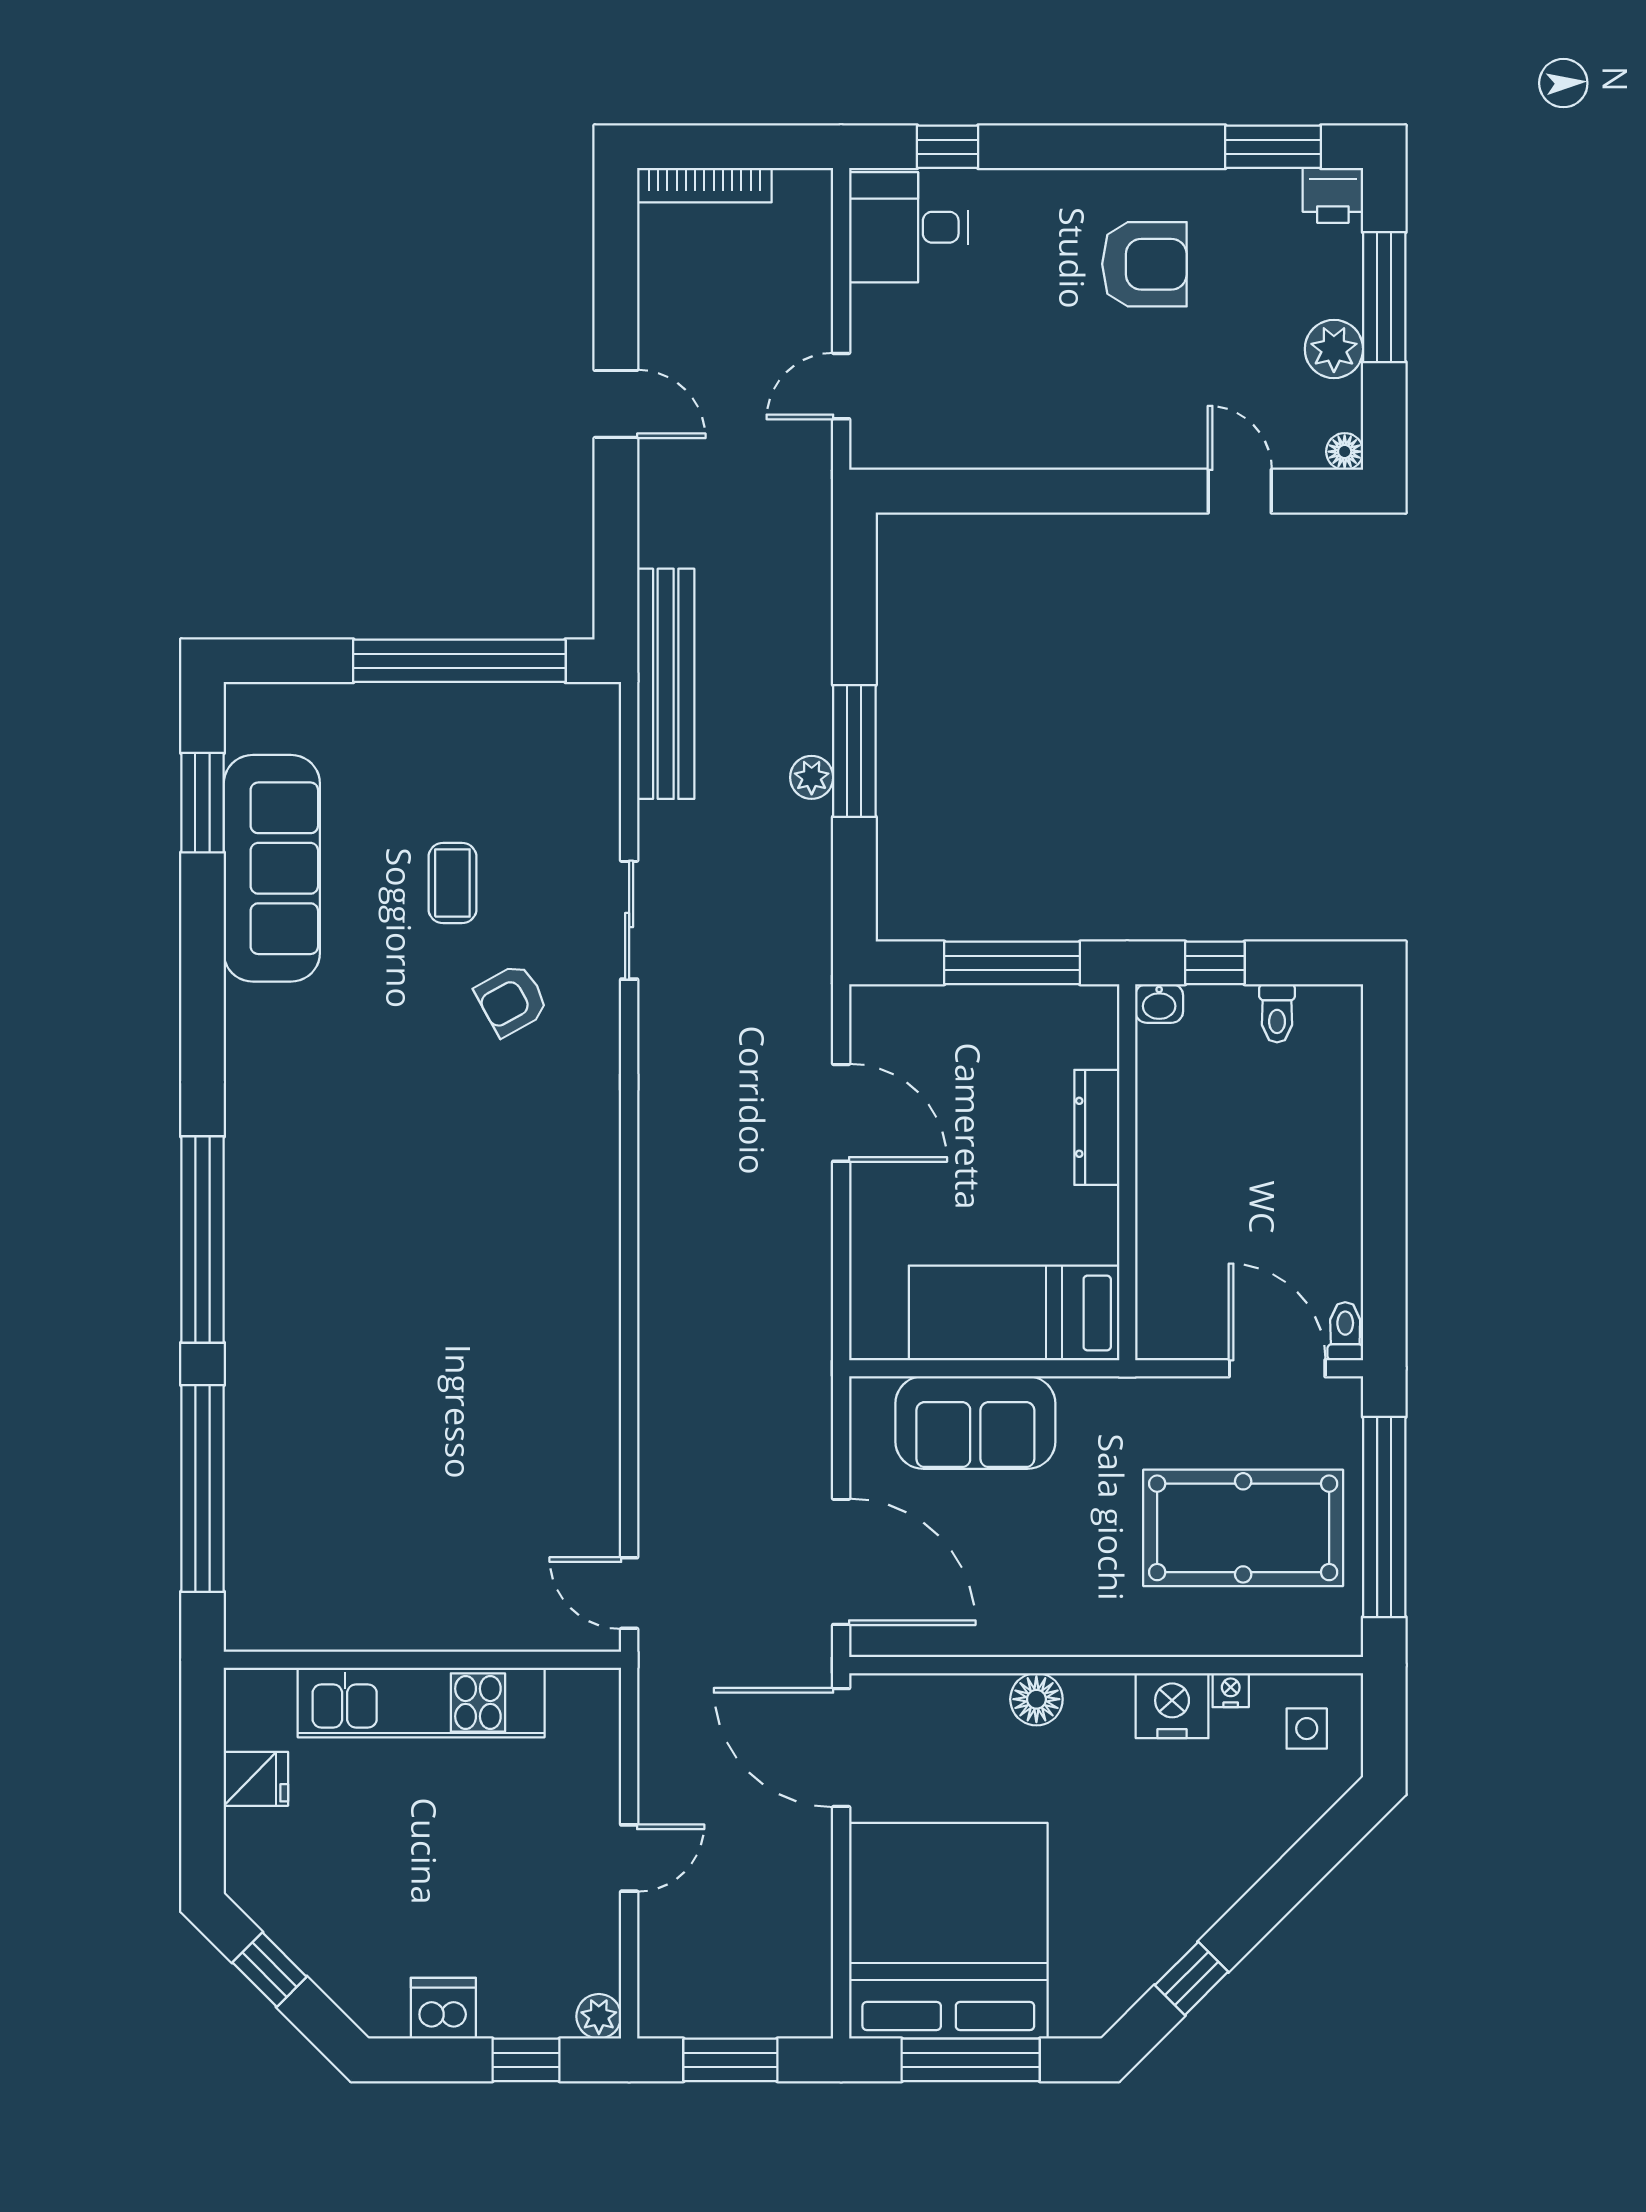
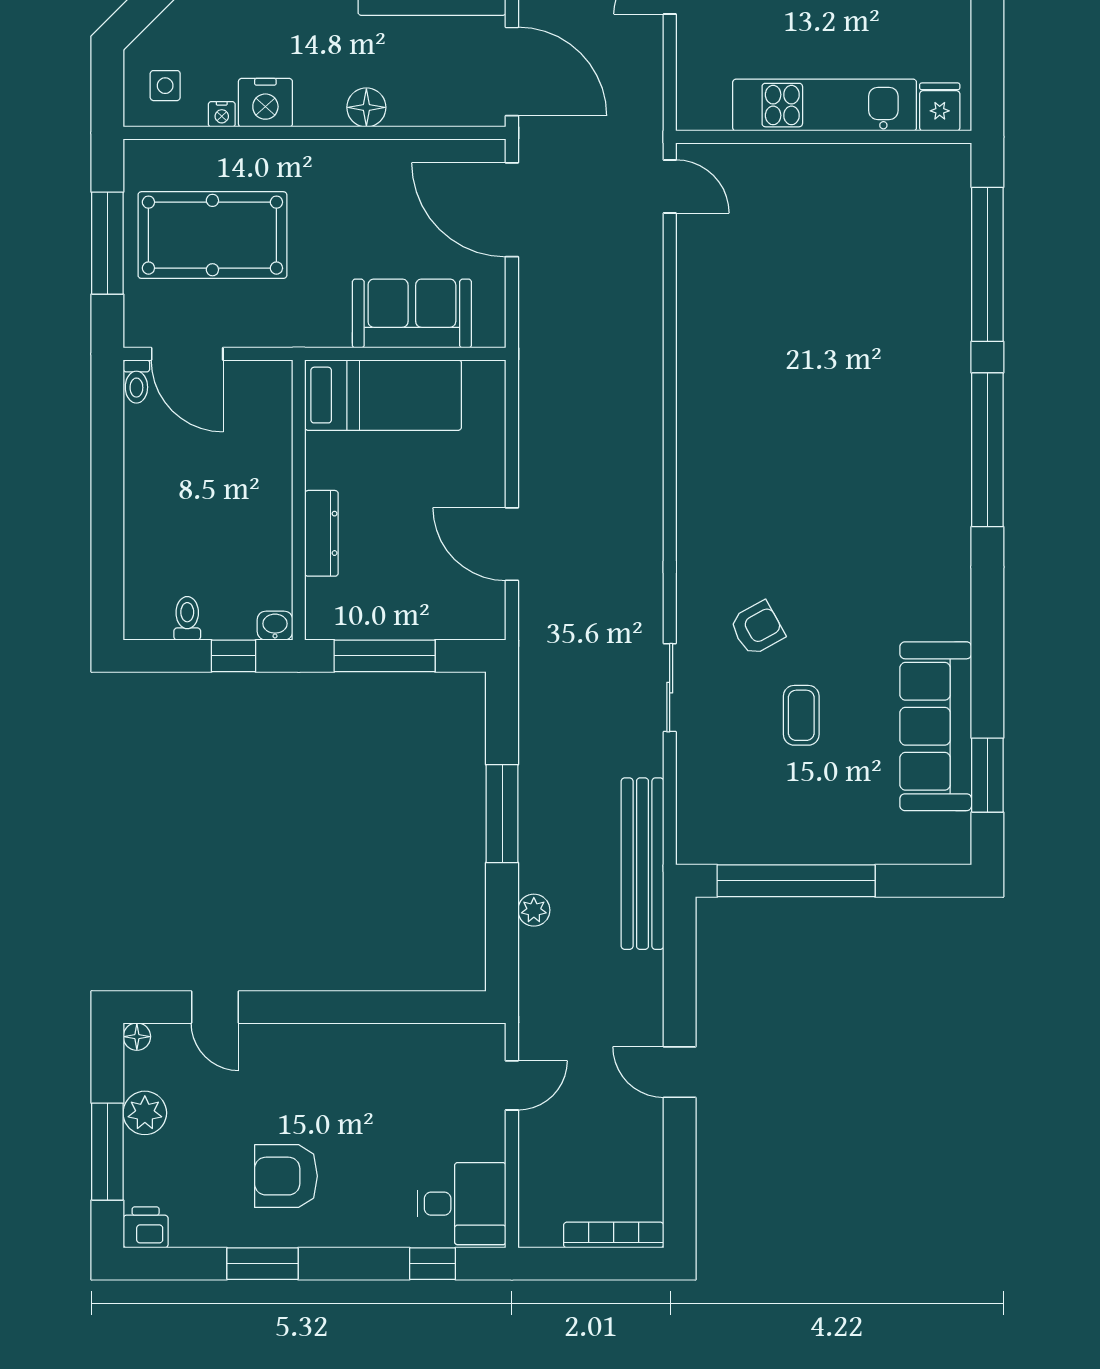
window: (1273, 147) -> (262, 1264), moved
plant: (812, 777) -> (534, 910), moved
window: (1384, 1517) -> (107, 243), width x0.68
fridge: (256, 1779) -> (940, 107), moved, turned 90

